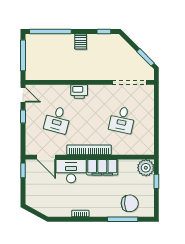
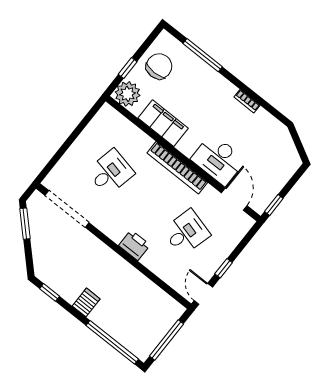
filing cabinet: (102, 167) -> (163, 123), moved
chair: (130, 203) -> (159, 66), moved, turned 93

